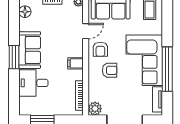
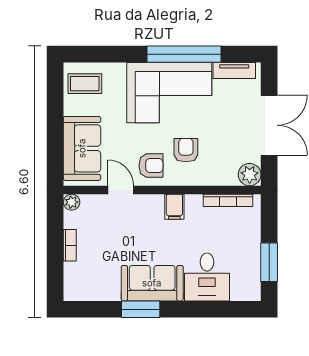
floor lamp: (25, 12) -> (88, 291), removed
window: (14, 57) -> (141, 309), moved

